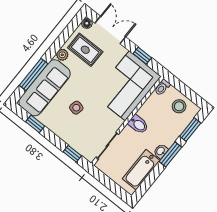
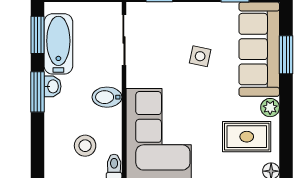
window: (34, 74) -> (286, 55), width x0.69
stool: (179, 106) -> (85, 146), moved
window: (190, 130) -> (37, 35), moved

